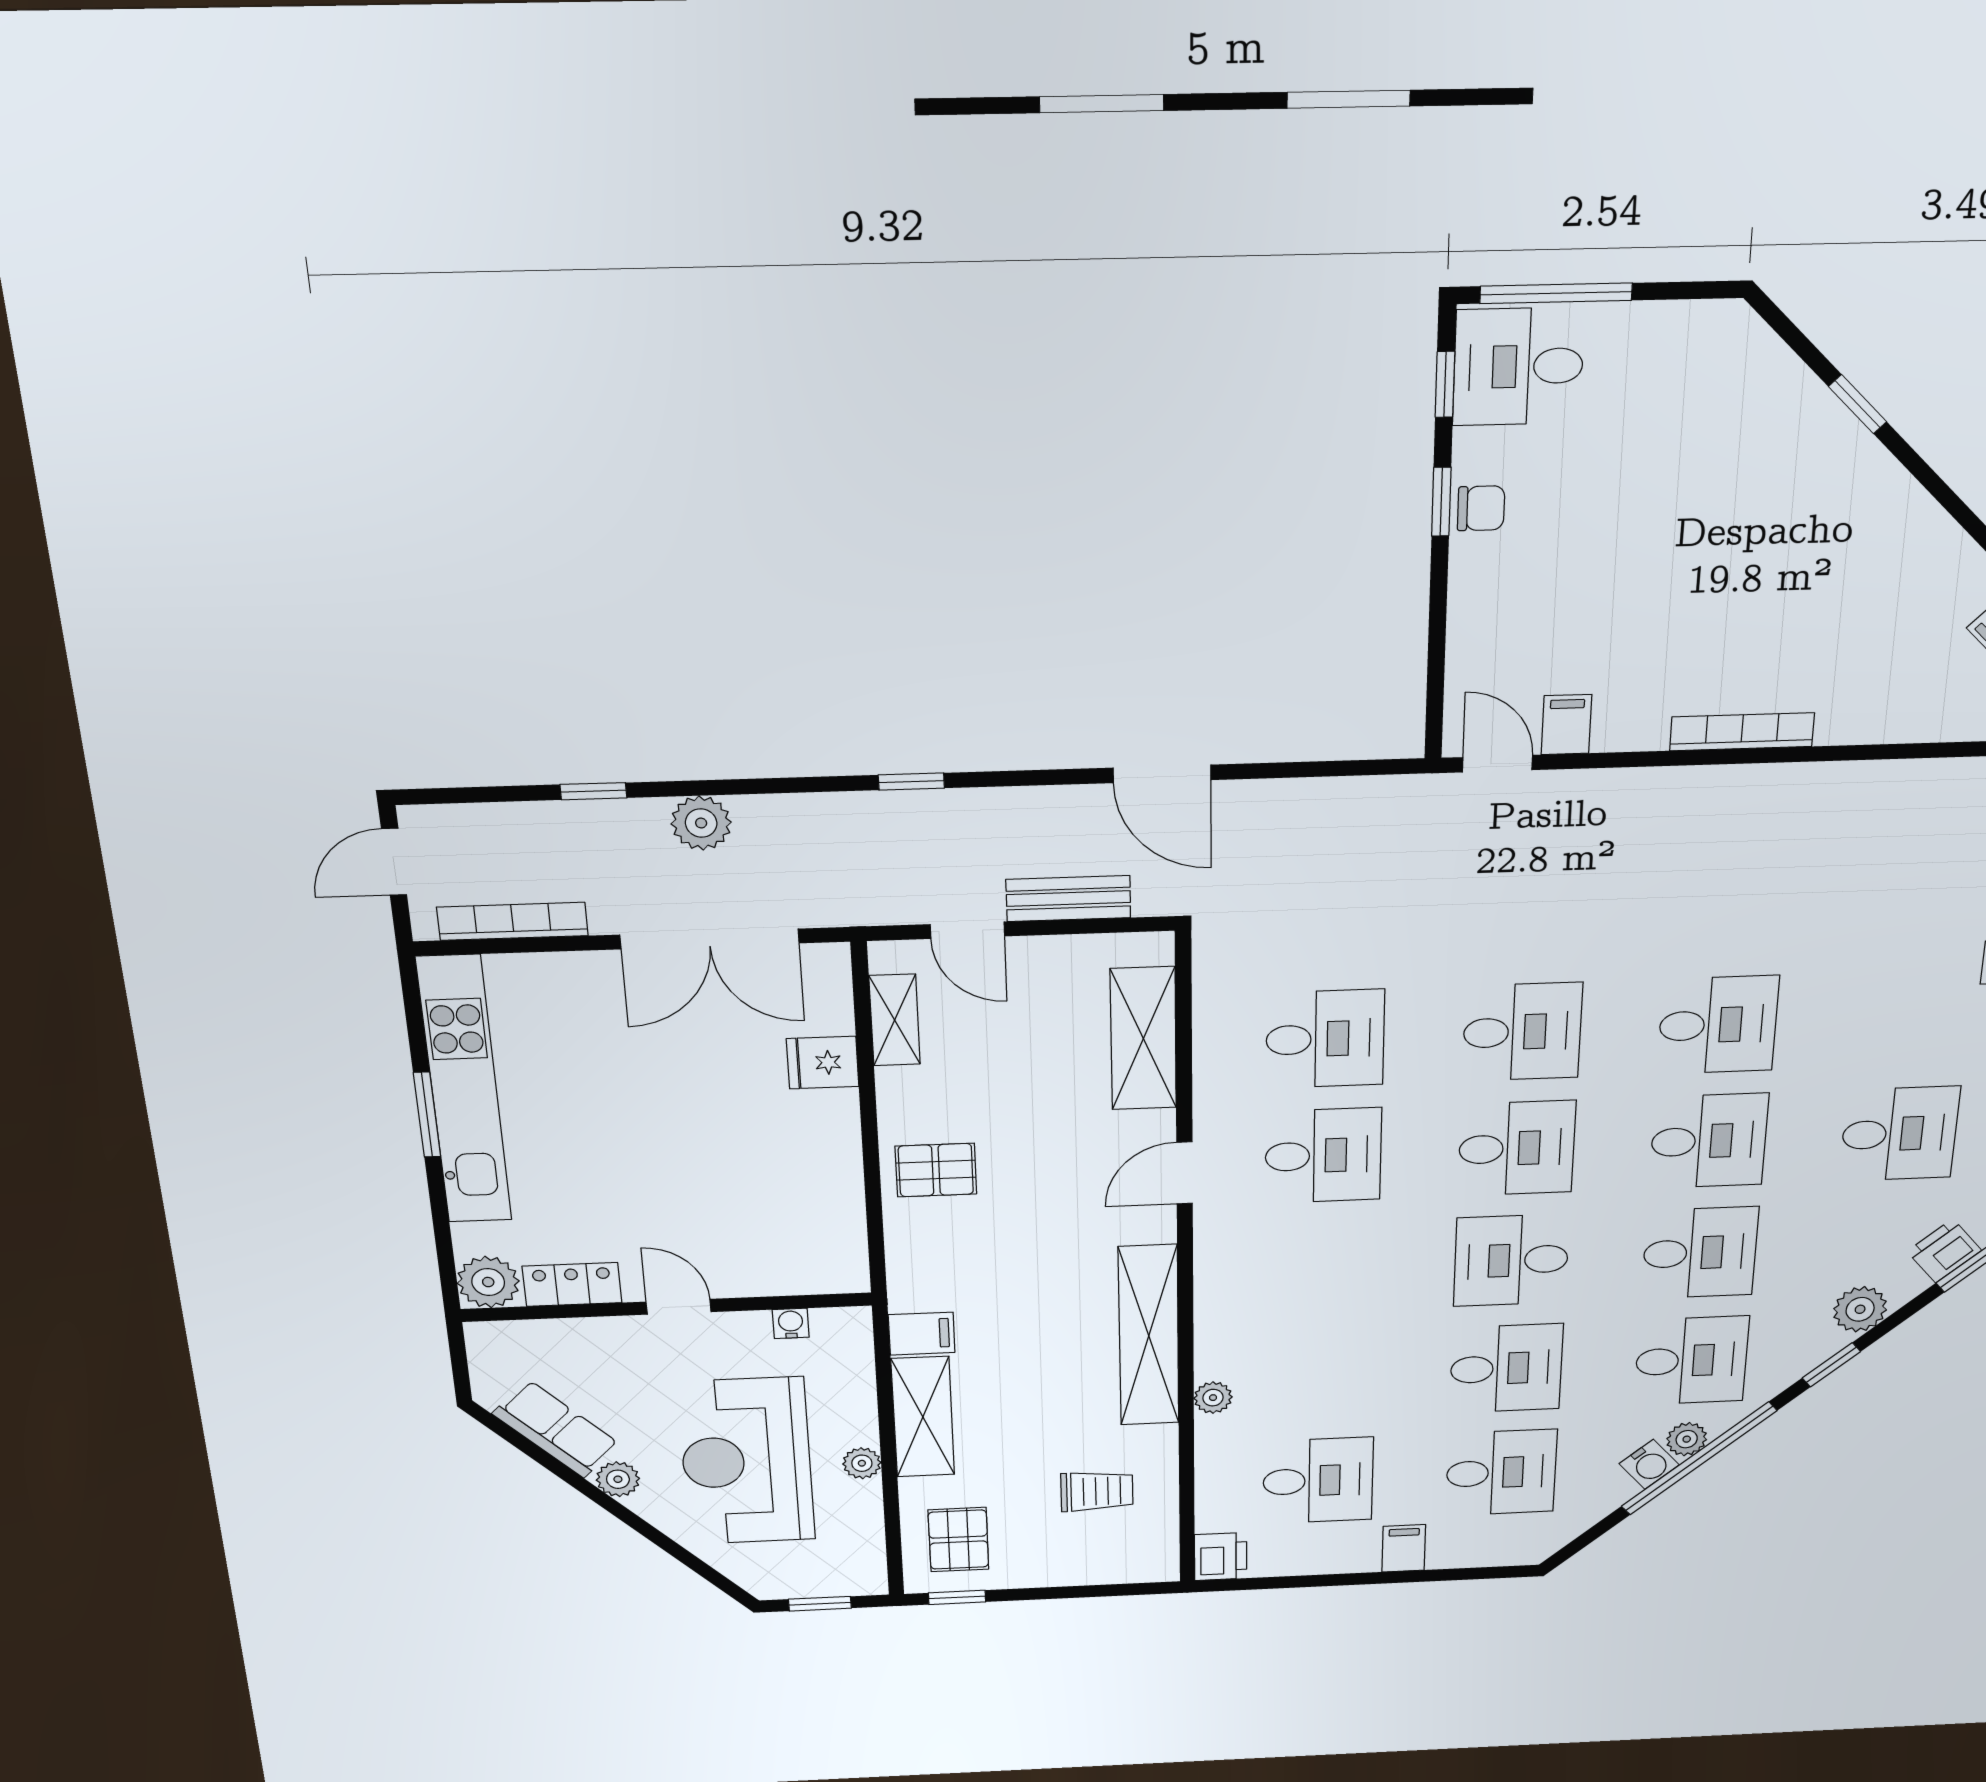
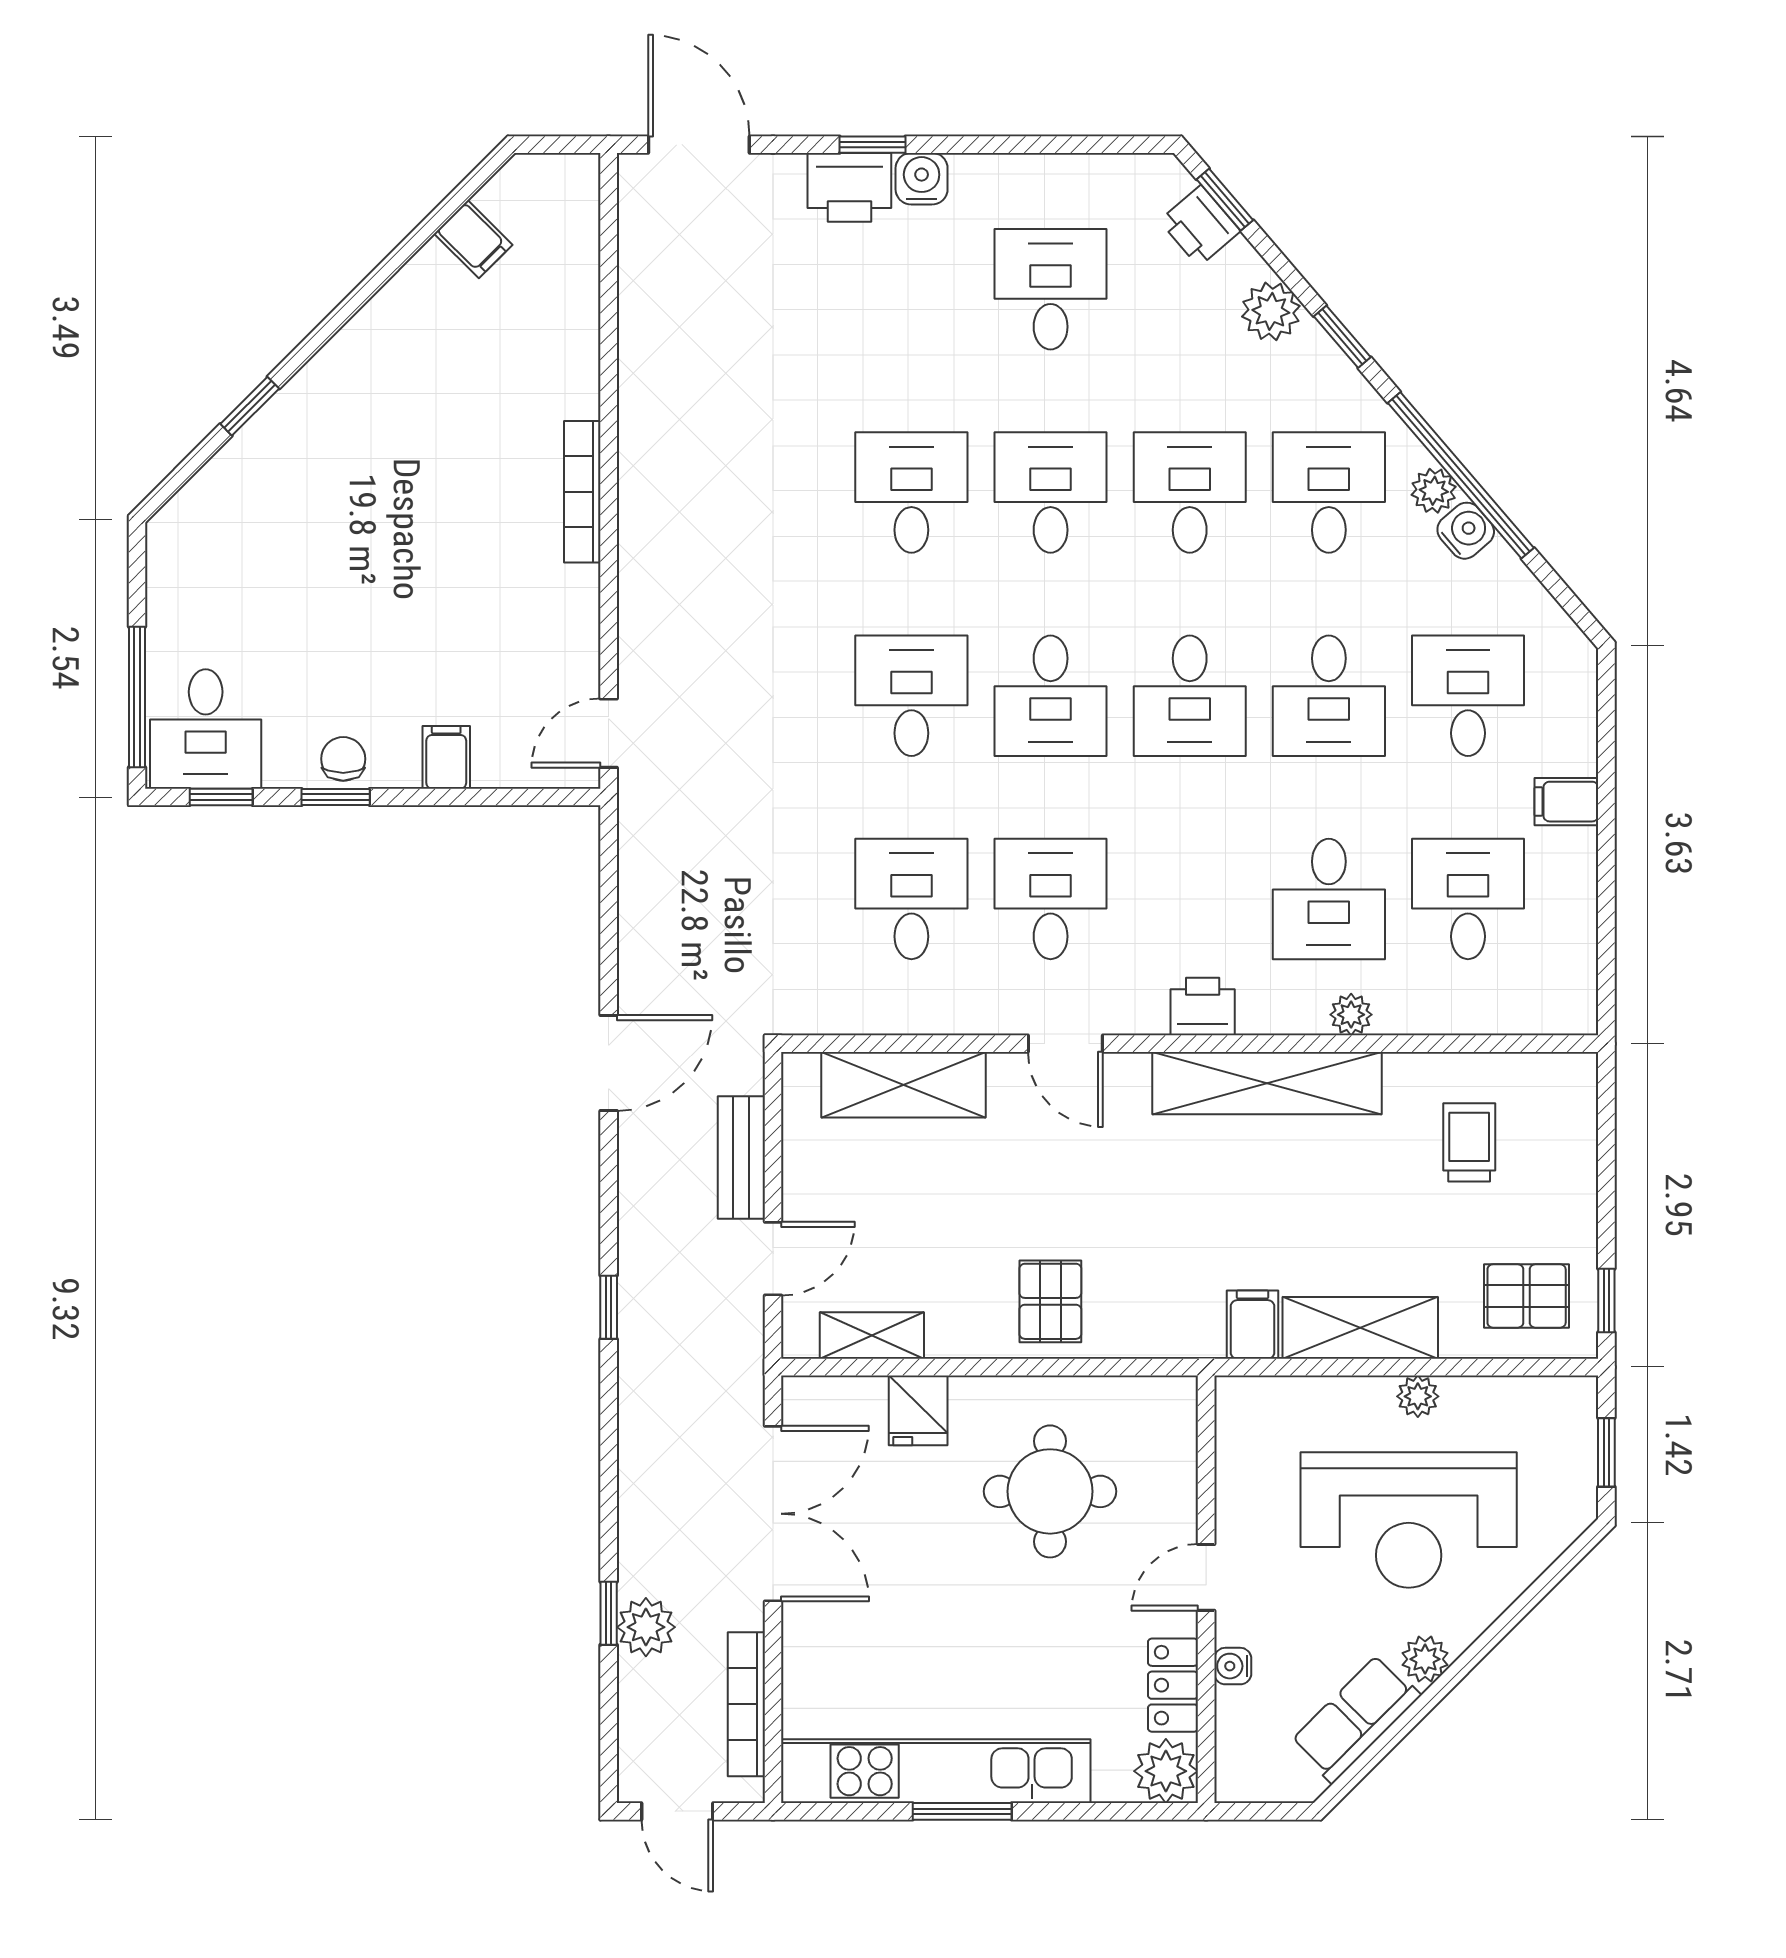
filing cabinet: (1566, 725) -> (446, 757), moved, turned 90
plant: (701, 823) -> (646, 1627), moved
desk: (1517, 1148) -> (1051, 696), turned 180
round table: (751, 1177) -> (1050, 1491), added
water cooler: (791, 1323) -> (1233, 1666), moved
desk: (1506, 1368) -> (1329, 696), turned 180
desk: (1320, 1376) -> (1329, 899), added
printer: (1221, 1557) -> (1203, 1007), moved

